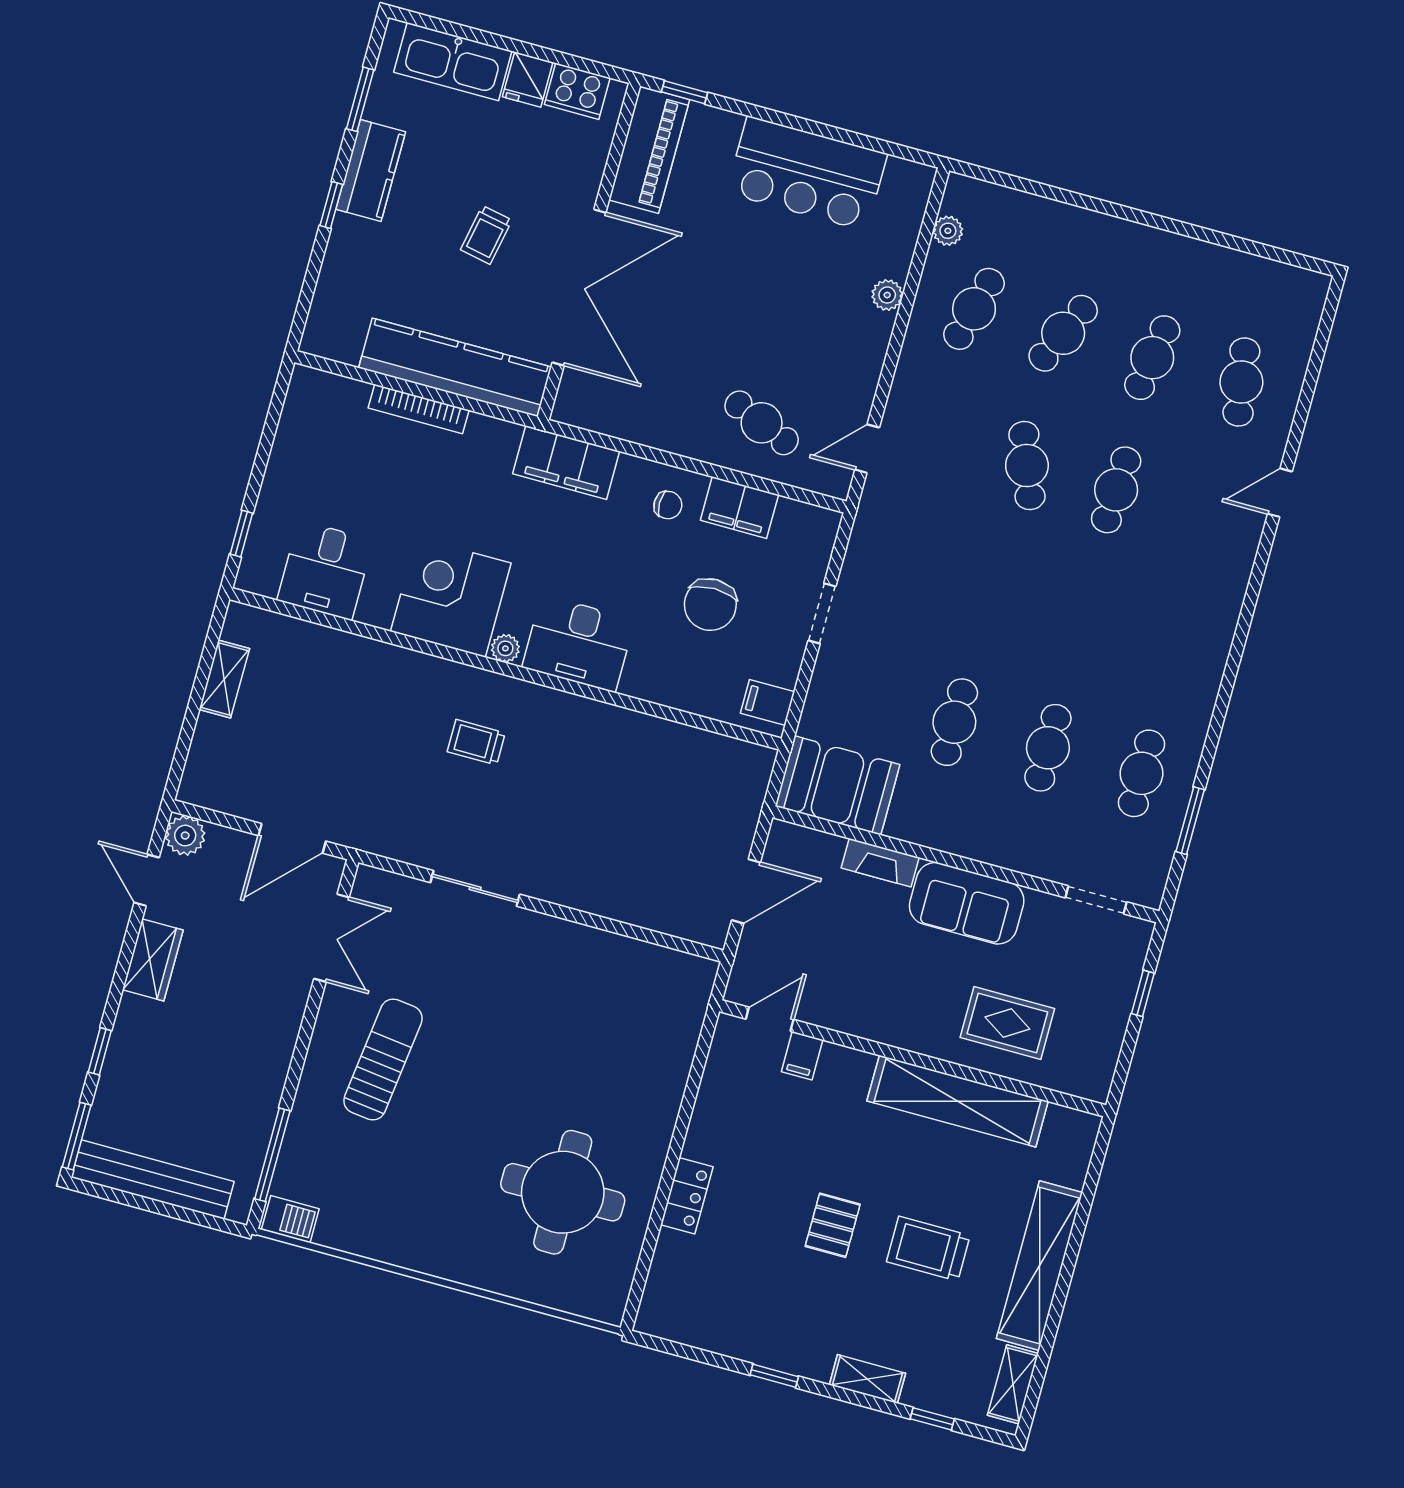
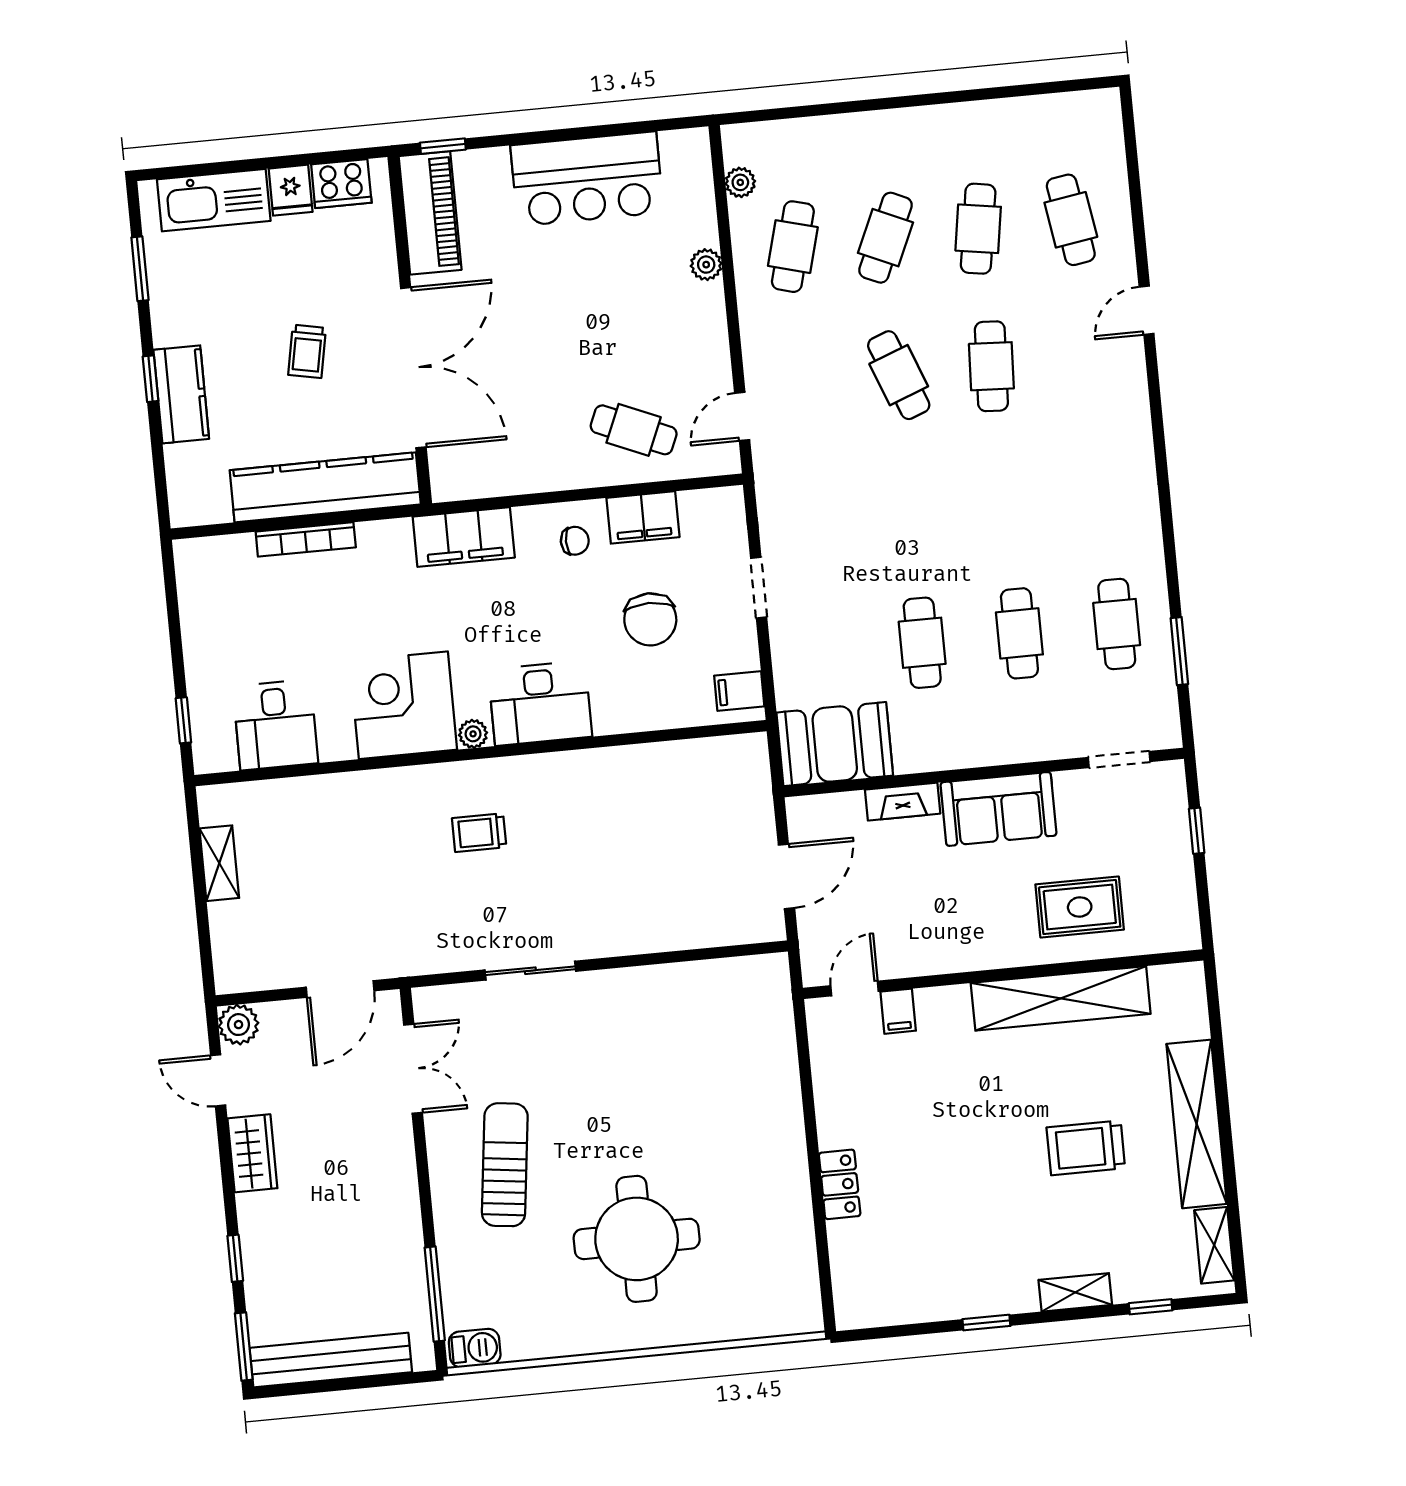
kitchen counter: (371, 171) -> (181, 394), moved
round table: (563, 1192) -> (637, 1239), moved
pallet: (833, 1225) -> (988, 1160), removed

